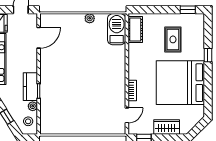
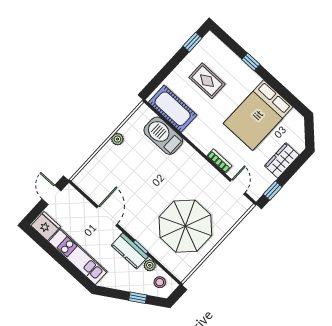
barbecue: (117, 29) -> (163, 136), moved
cot: (135, 30) -> (173, 109), width x1.37, depth x1.34
door: (39, 38) -> (107, 216), moved
bed: (180, 83) -> (258, 115), width x0.73
parasol: (75, 106) -> (185, 226), added

